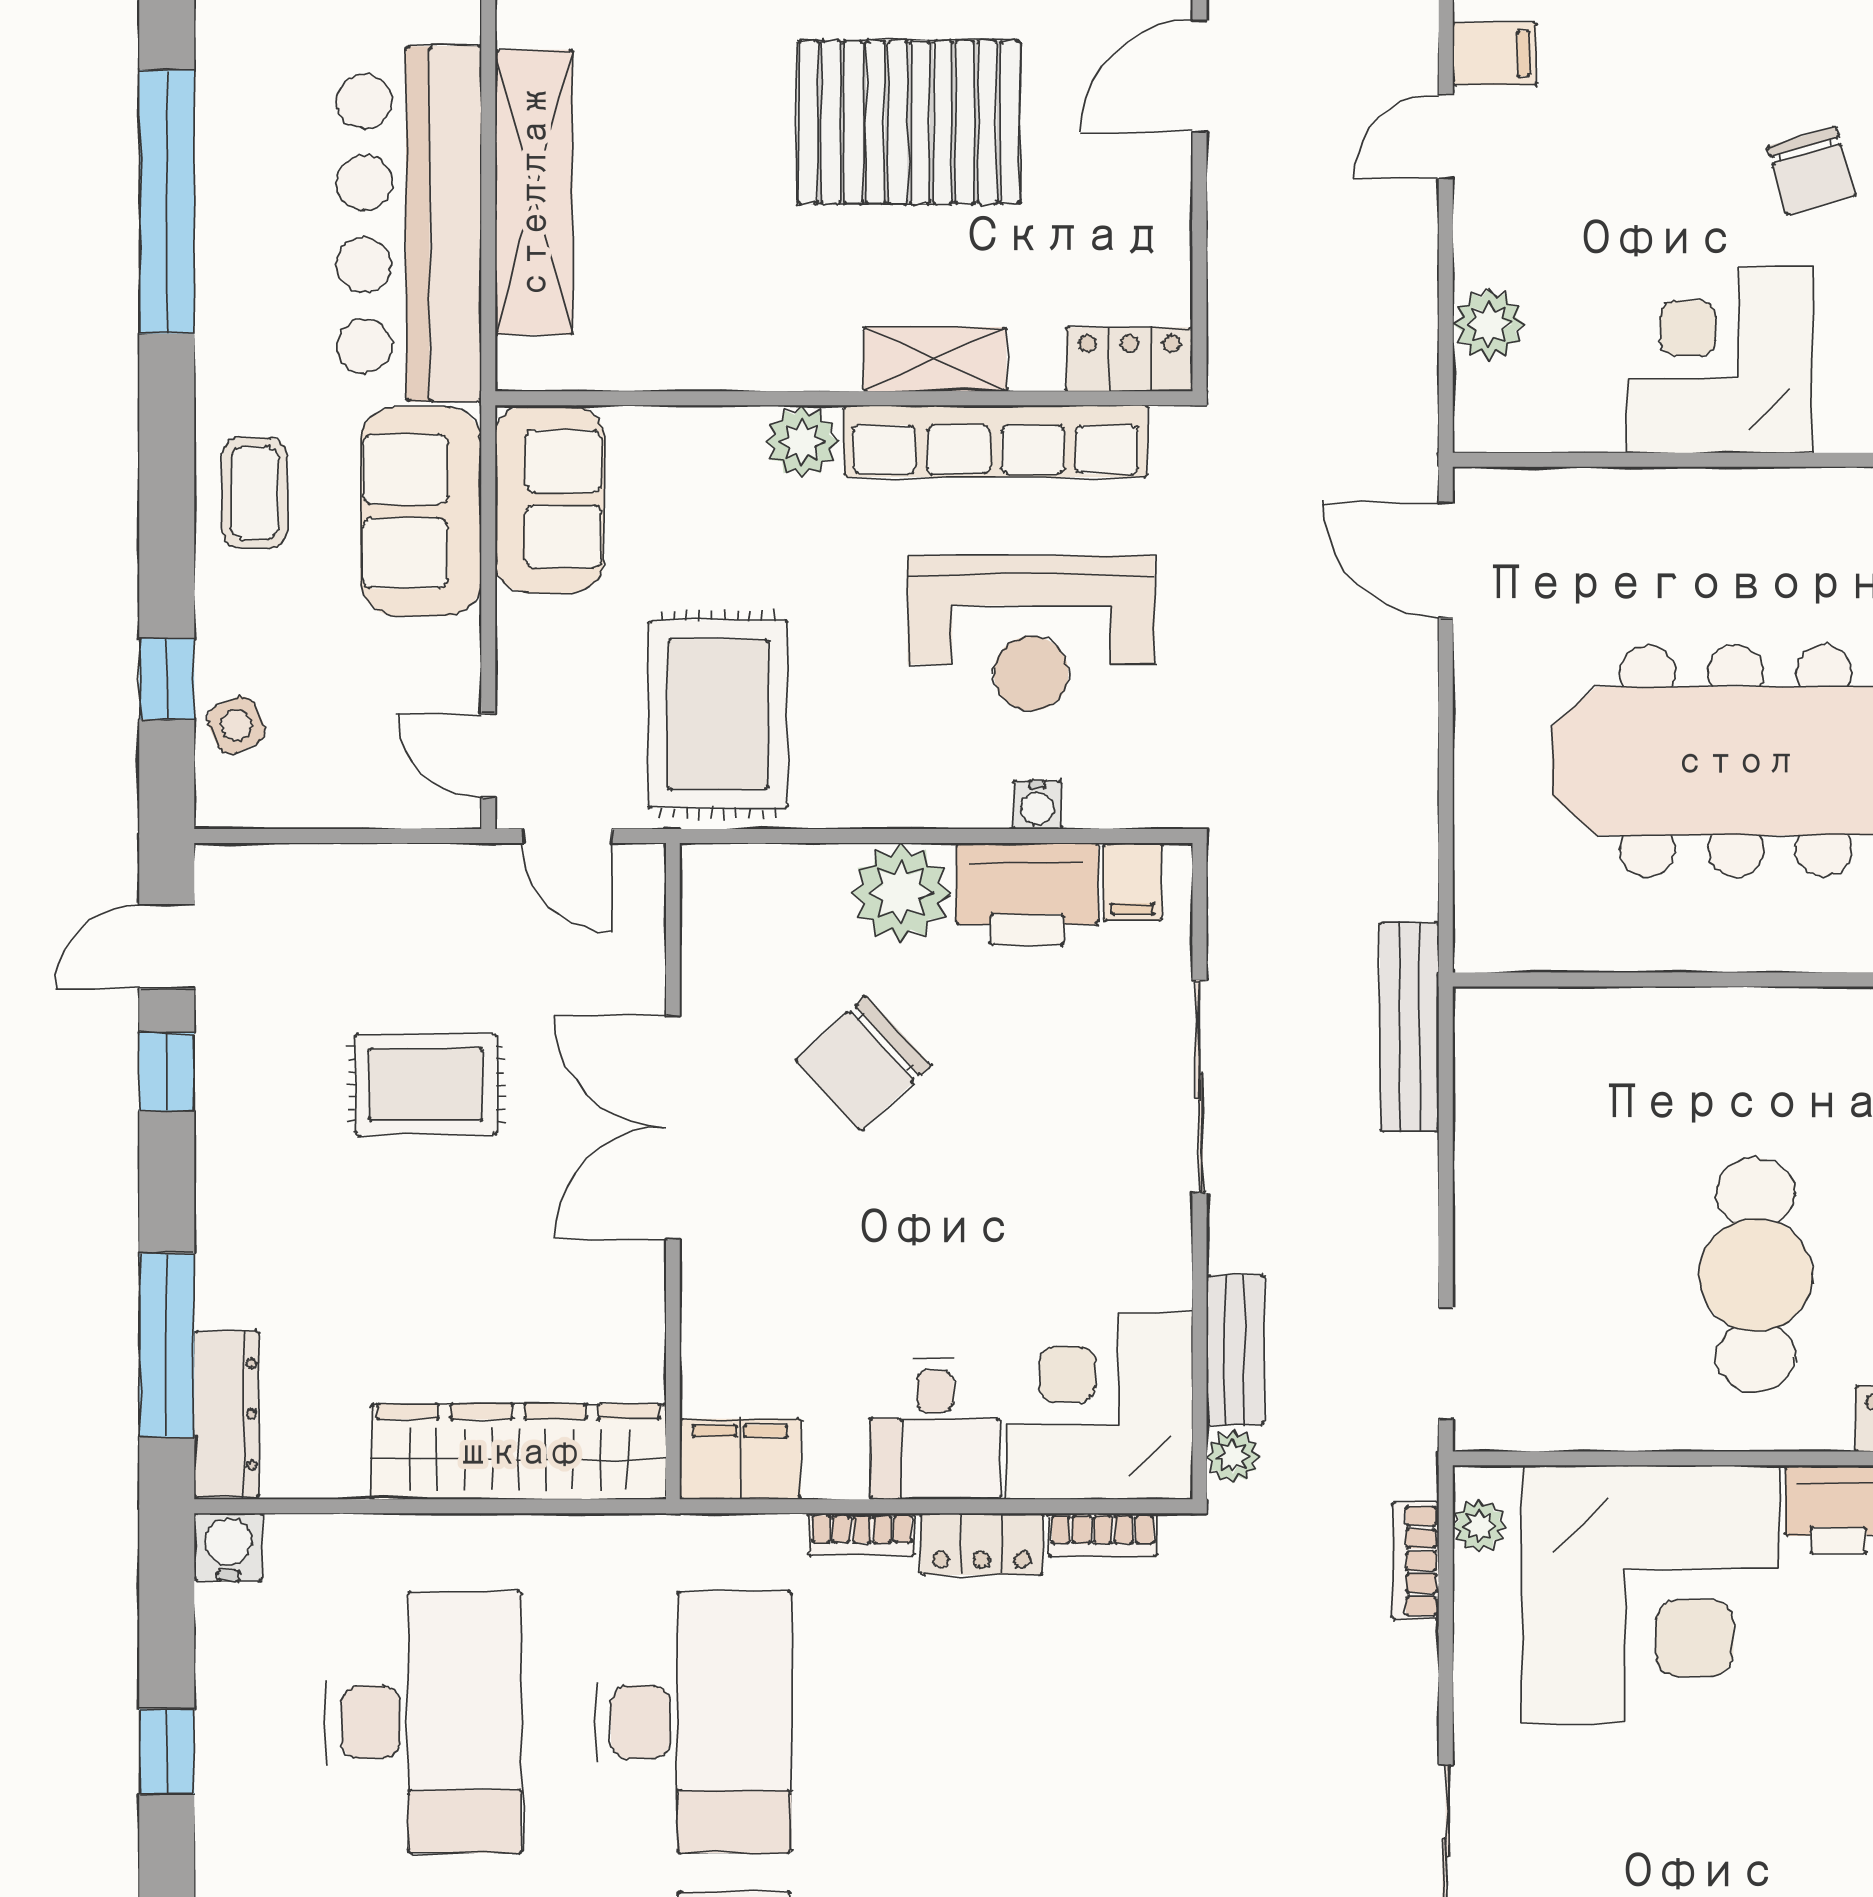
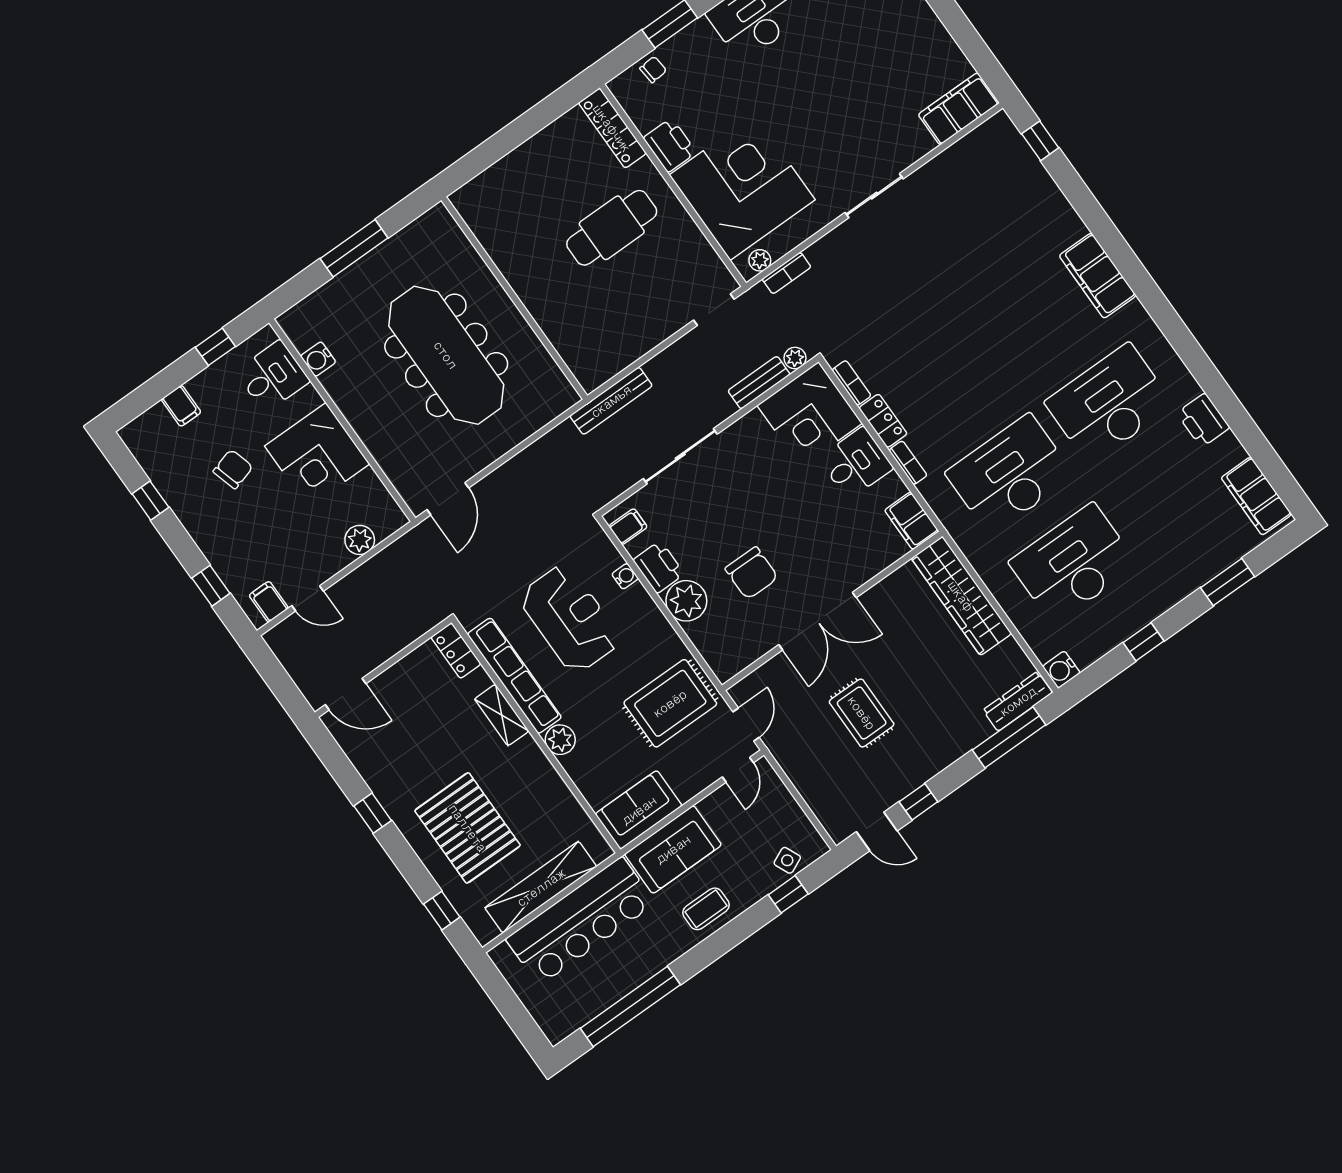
pallet: (909, 122) -> (468, 828), moved
printer: (1027, 894) -> (659, 567), width x0.73, depth x0.84
chair: (863, 1063) -> (752, 573), turned 43

